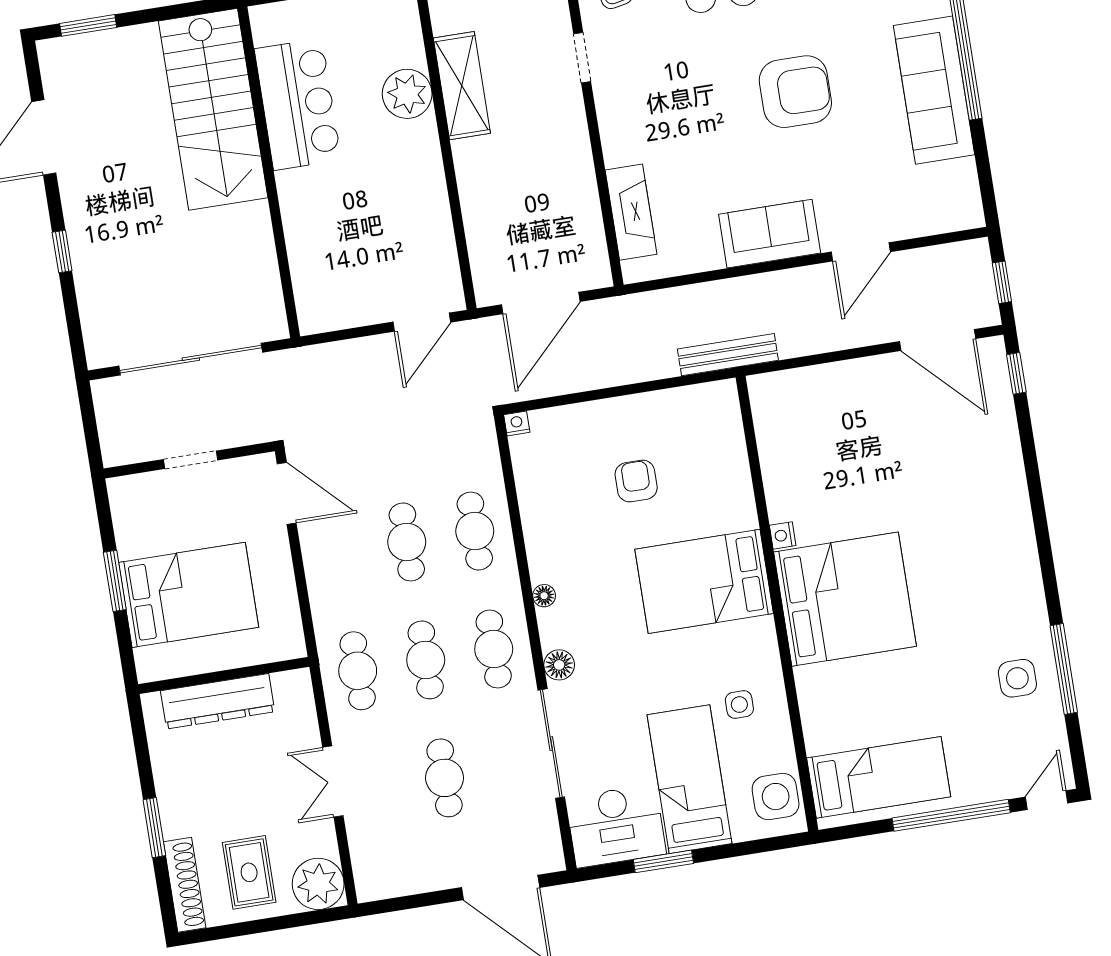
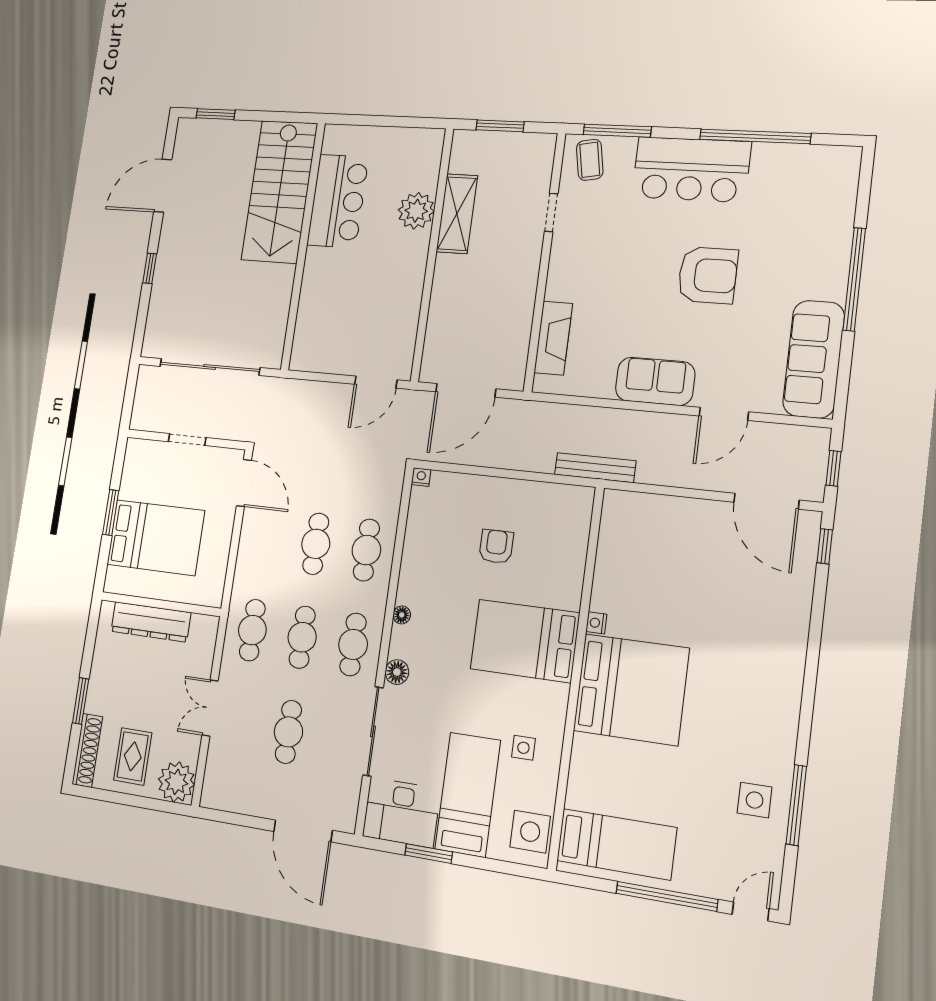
sofa: (934, 90) -> (814, 359), moved

